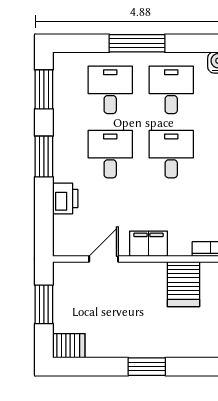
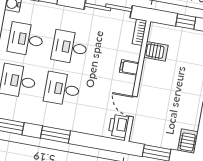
printer: (65, 199) -> (119, 126), moved, turned -90
filing cabinet: (148, 244) -> (129, 67), width x0.50
server rack: (183, 284) -> (156, 51), width x0.73, depth x0.70

